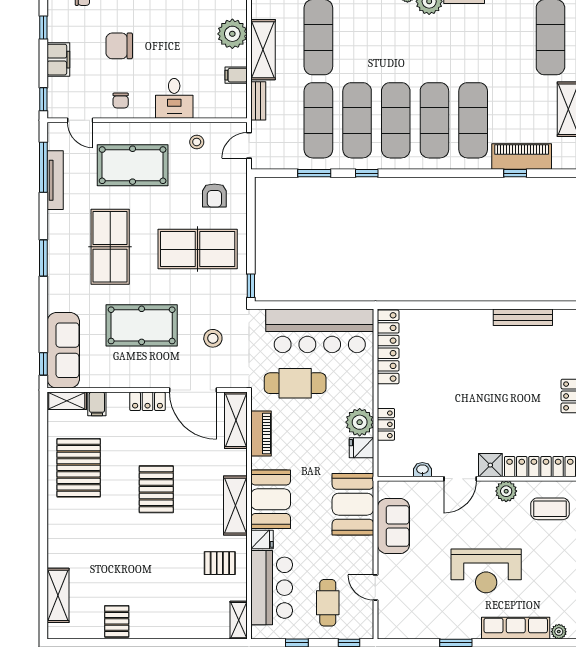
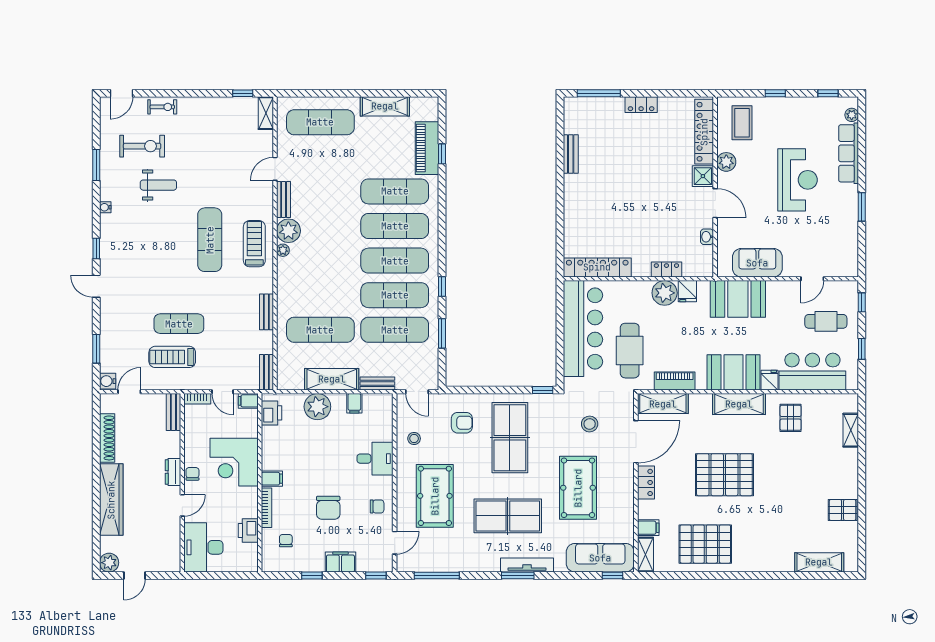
tv unit: (55, 180) -> (527, 565), moved
bench: (523, 317) -> (571, 154), width x0.73
pallet: (156, 489) -> (724, 475), width x1.37, depth x1.41
shelving: (239, 620) -> (851, 430), moved, turned 90

